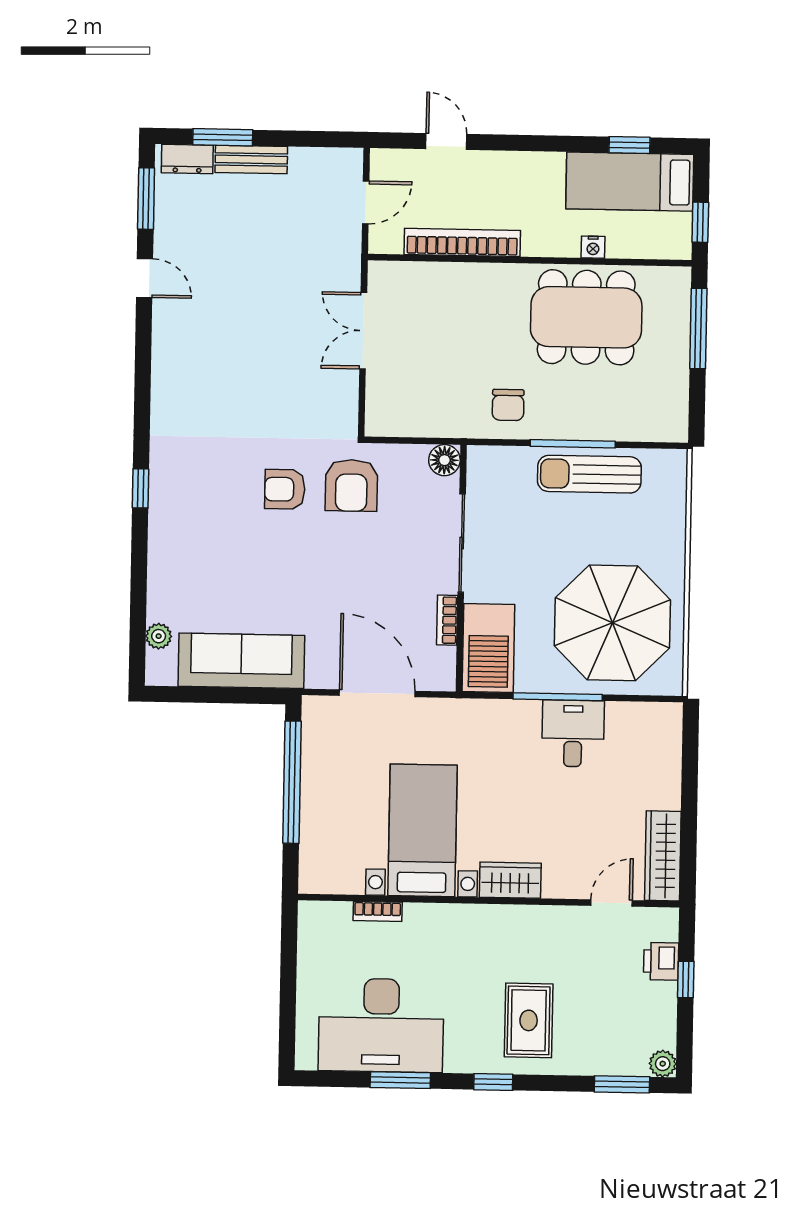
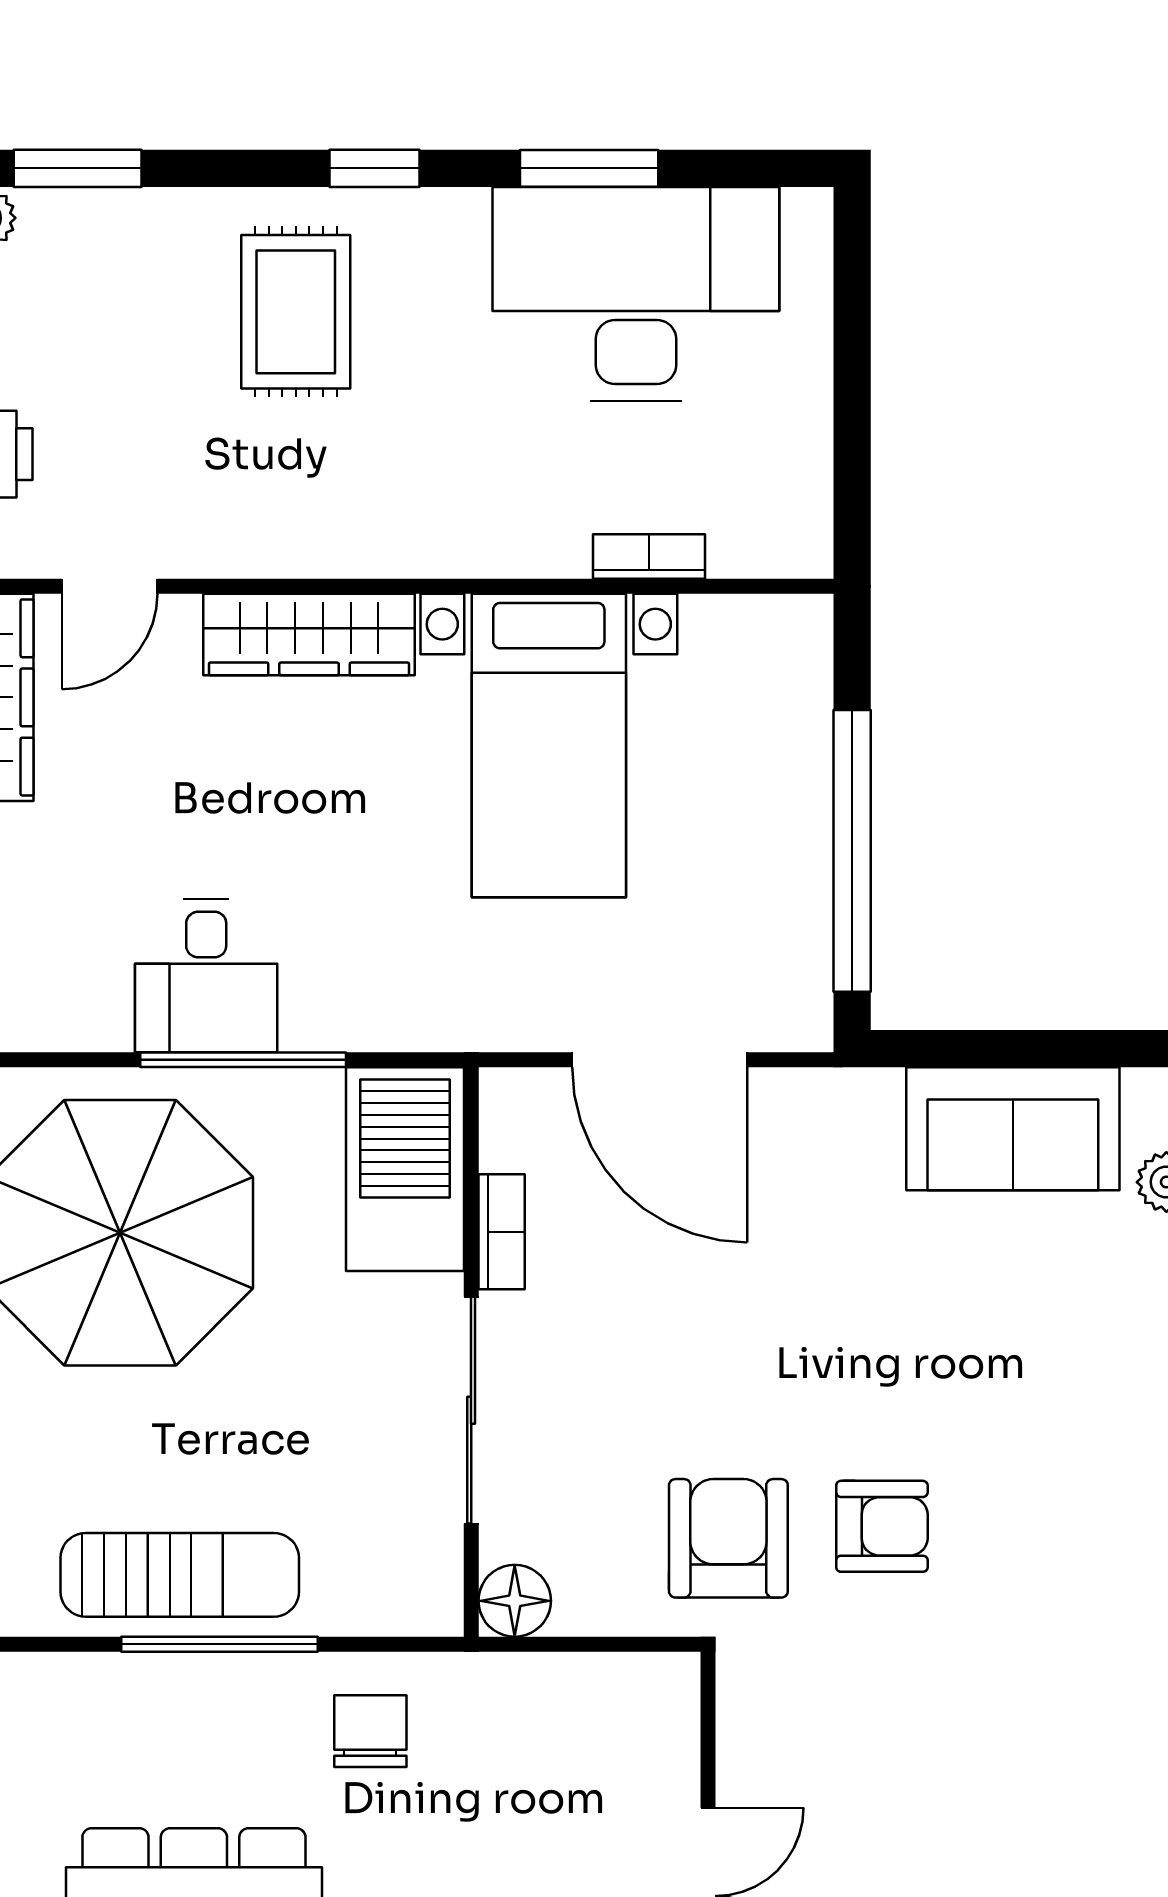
sofa: (241, 661) -> (1013, 1129), width x0.73
wardrobe: (510, 880) -> (309, 635), width x1.50

